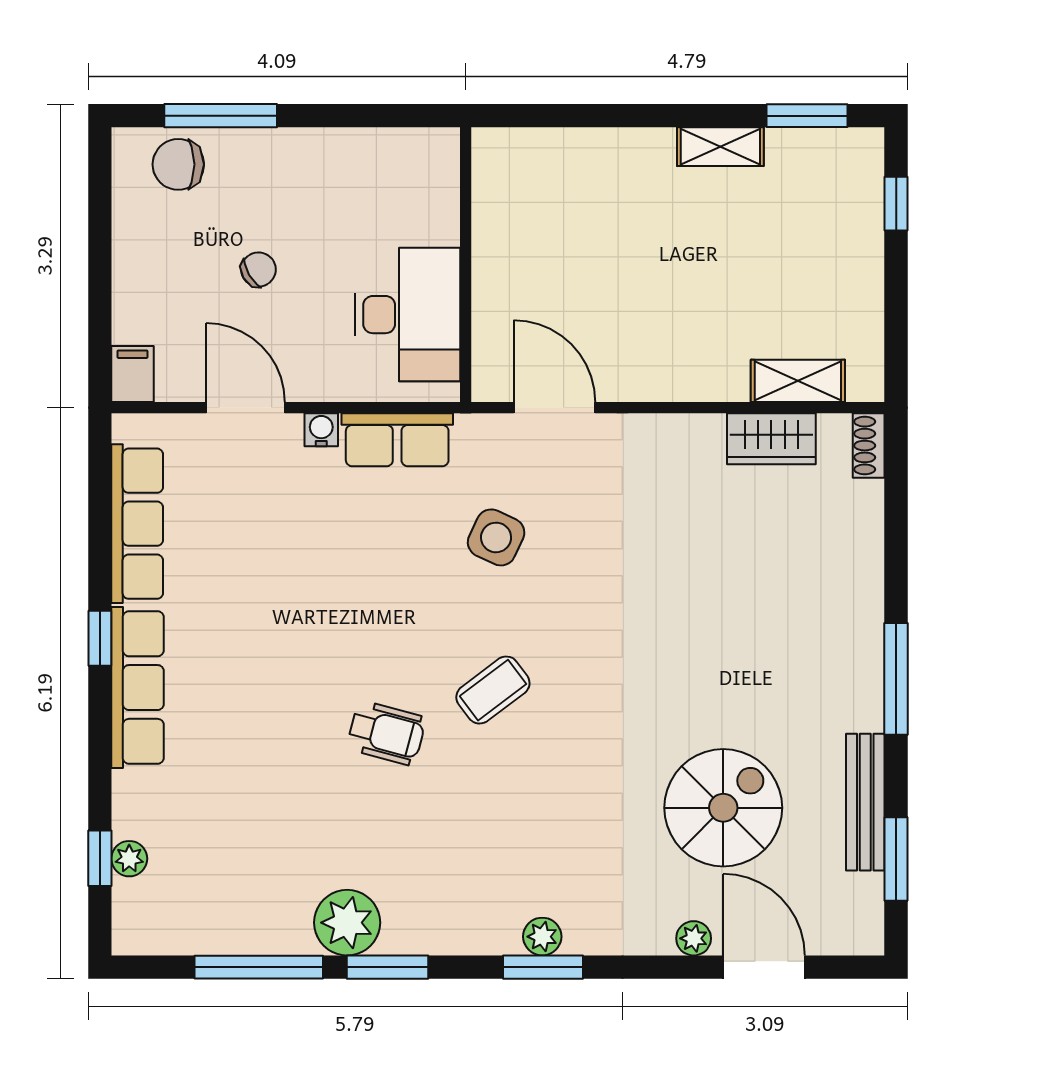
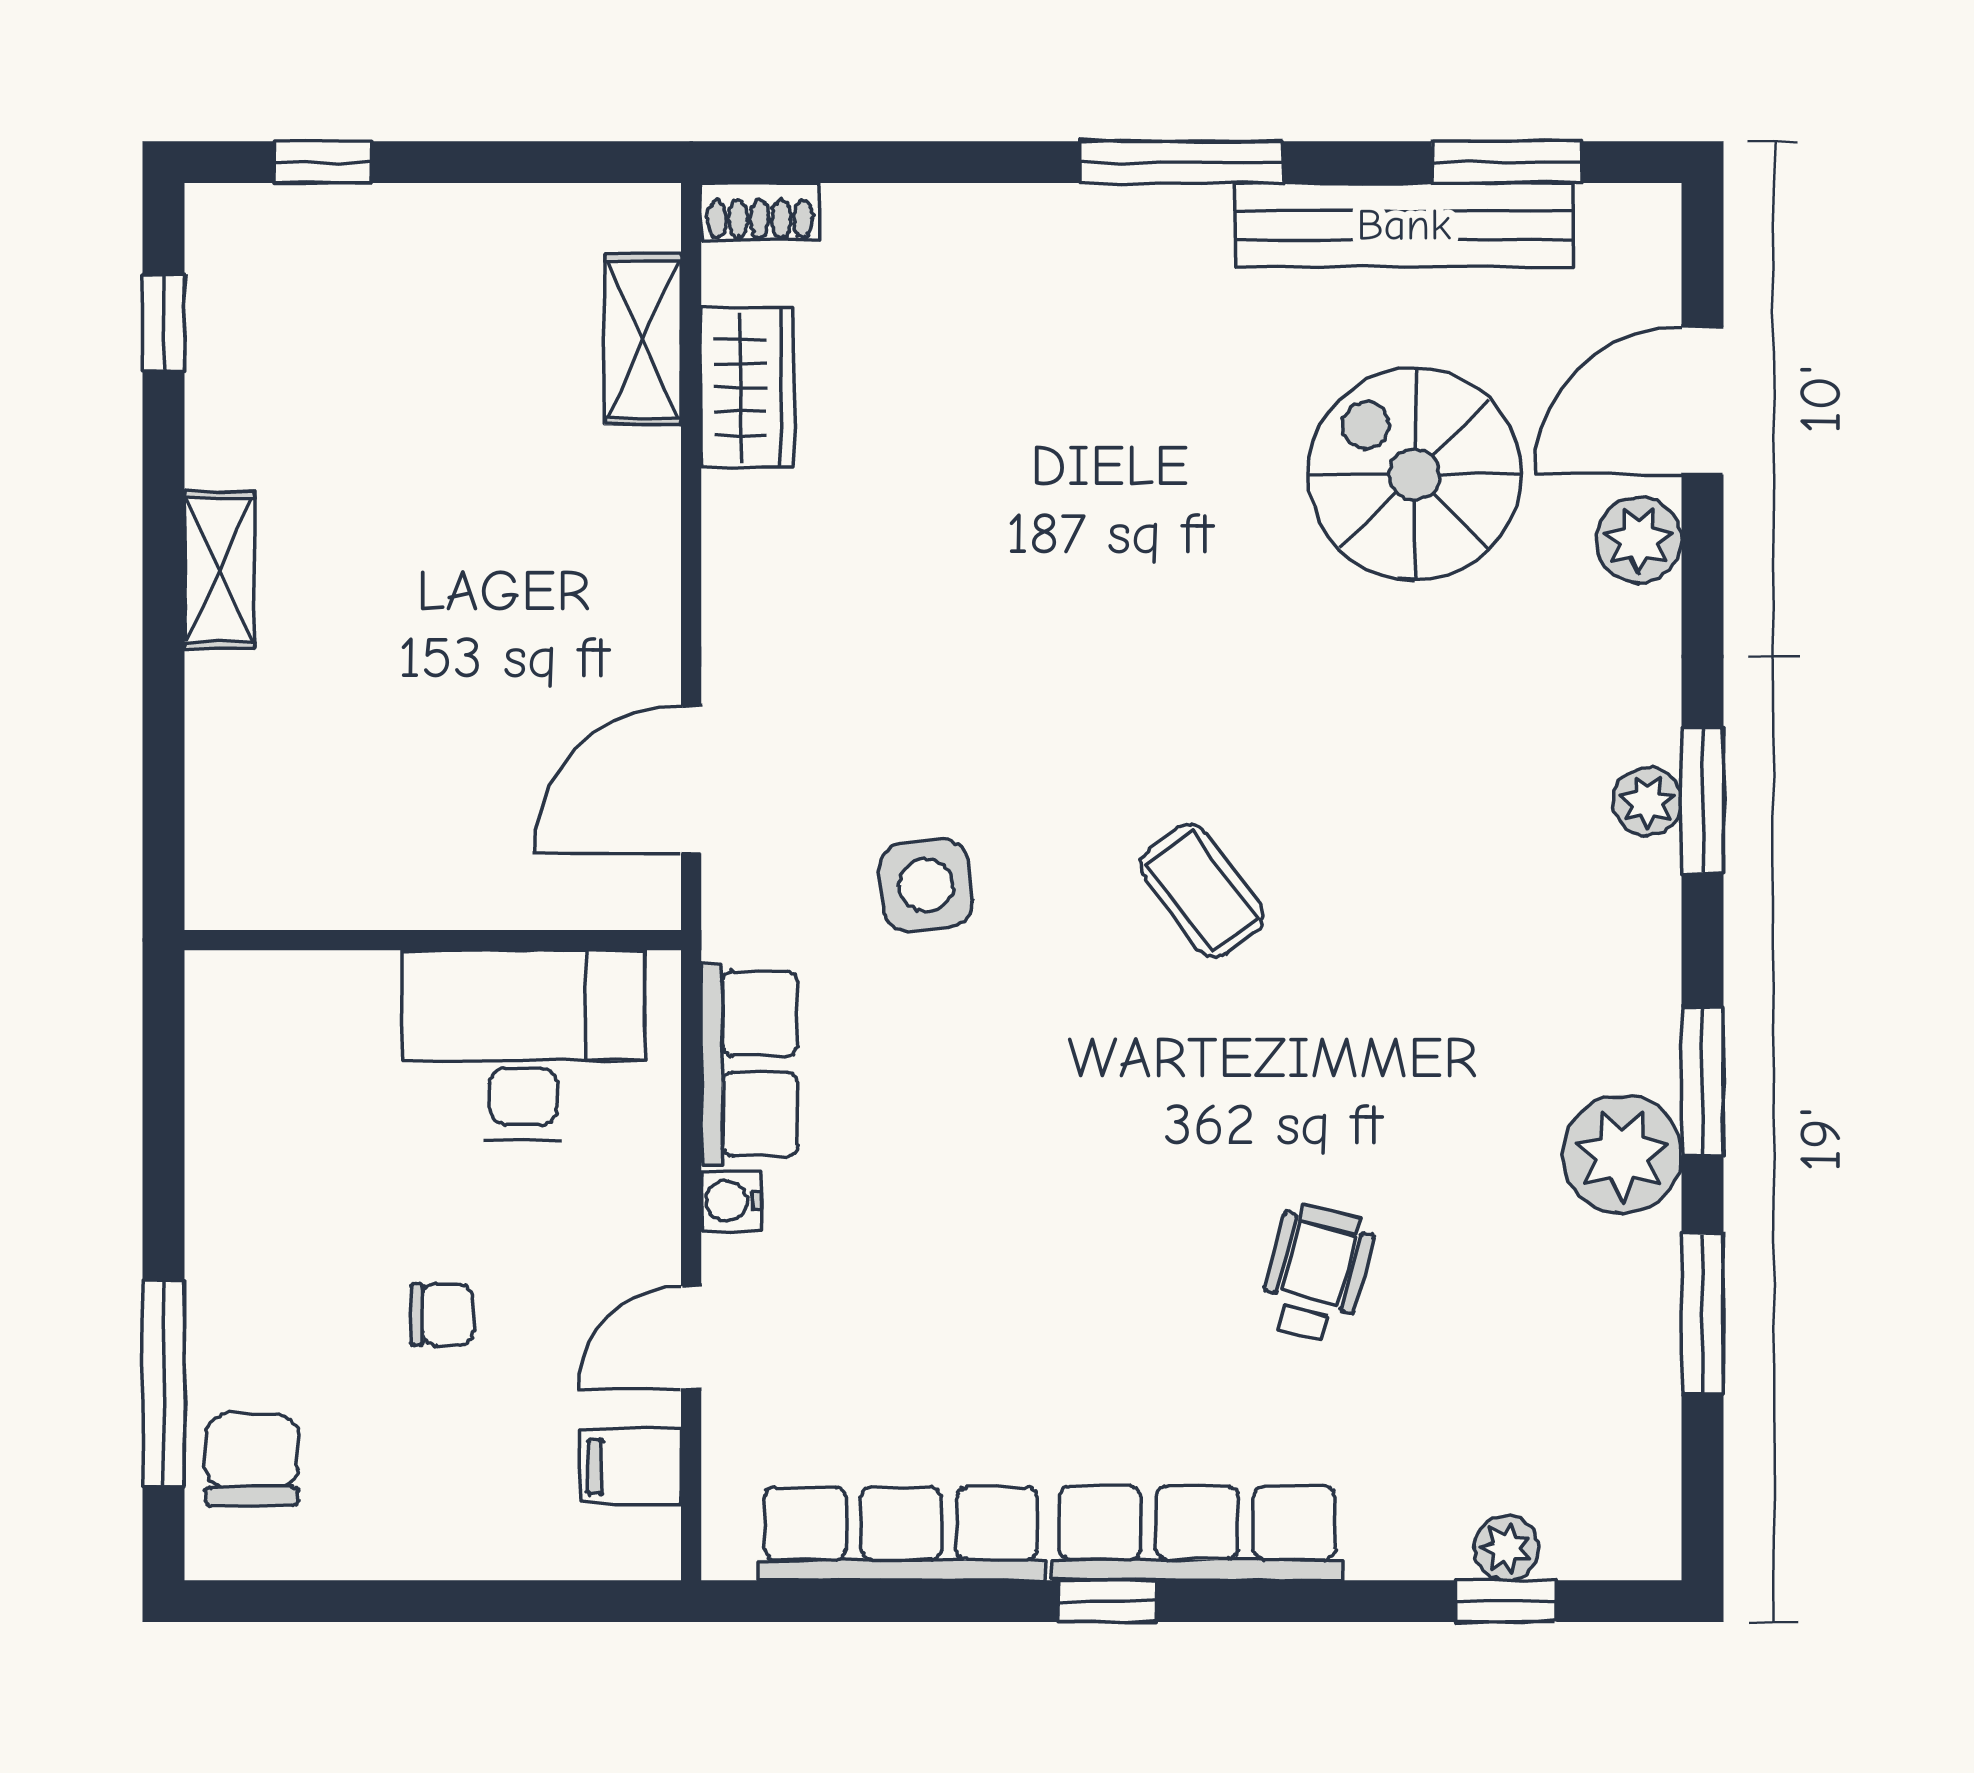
window: (807, 116) -> (163, 323), width x0.67
shelving: (720, 147) -> (219, 570), moved
chair: (178, 164) -> (252, 1460), turned 180
chair: (258, 270) -> (442, 1314), turned 120
filing cabinet: (133, 374) -> (630, 1467), moved
door: (245, 408) -> (691, 1338), width x0.73
side table: (496, 537) -> (926, 885), turned -31
wheelchair: (386, 733) -> (1316, 1273), moved
bench: (865, 802) -> (1404, 225), width x1.37, depth x1.21
plant: (694, 938) -> (1639, 540), width x1.38, depth x1.38
window: (259, 967) -> (1703, 1314), width x0.69

